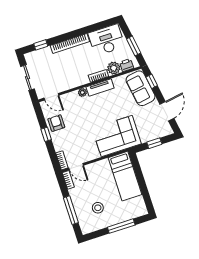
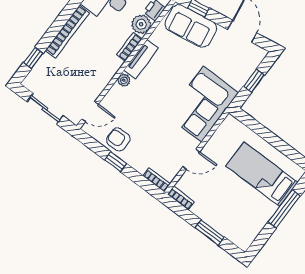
door: (76, 167) -> (191, 159), moved
bed: (125, 176) -> (262, 174), moved, turned 180
stool: (98, 208) -> (240, 207), removed
window: (71, 210) -> (210, 232), width x0.69

